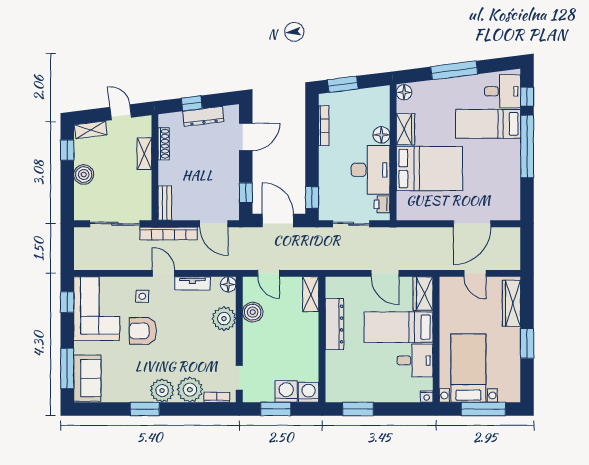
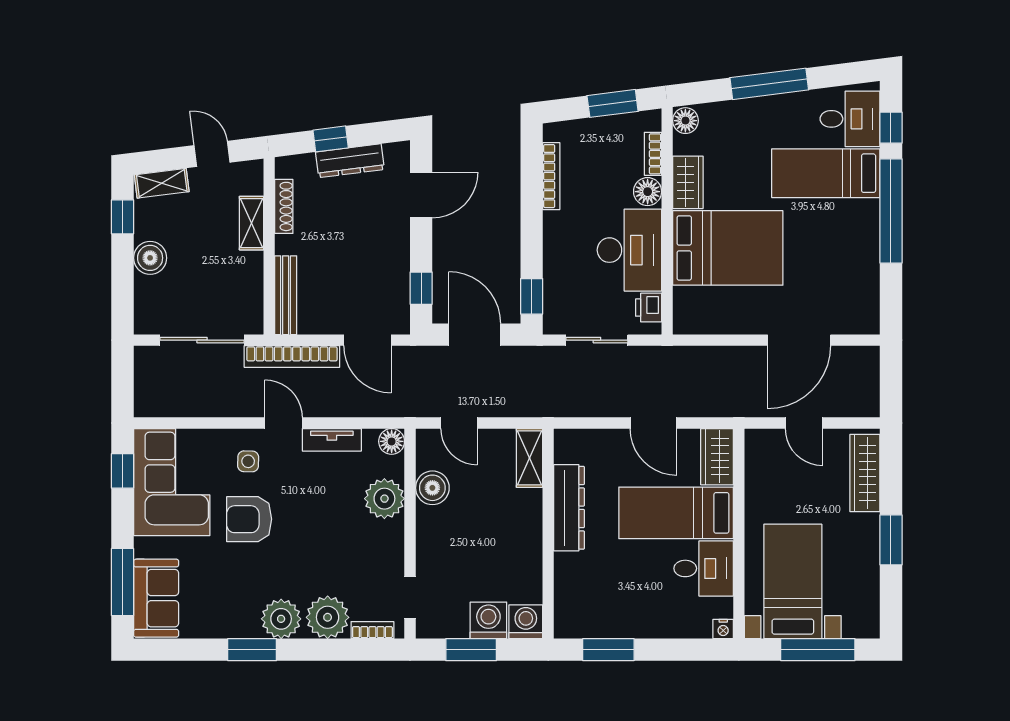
window: (343, 84) -> (613, 103), moved
bookcase: (385, 112) -> (653, 154), added
bench: (165, 203) -> (286, 295), width x1.36

